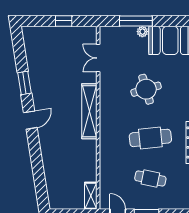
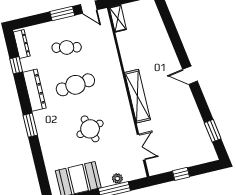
plant: (142, 32) -> (117, 178), moved
window: (25, 83) -> (213, 131), moved
door: (30, 120) -> (190, 75), hinge flipped

